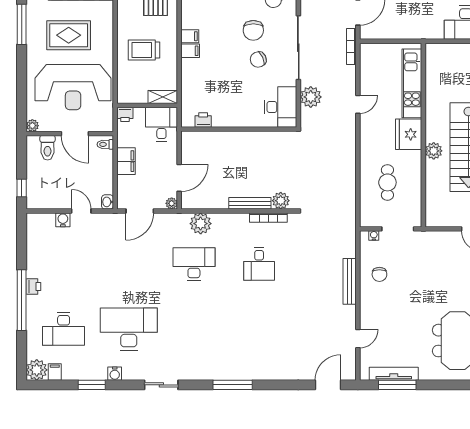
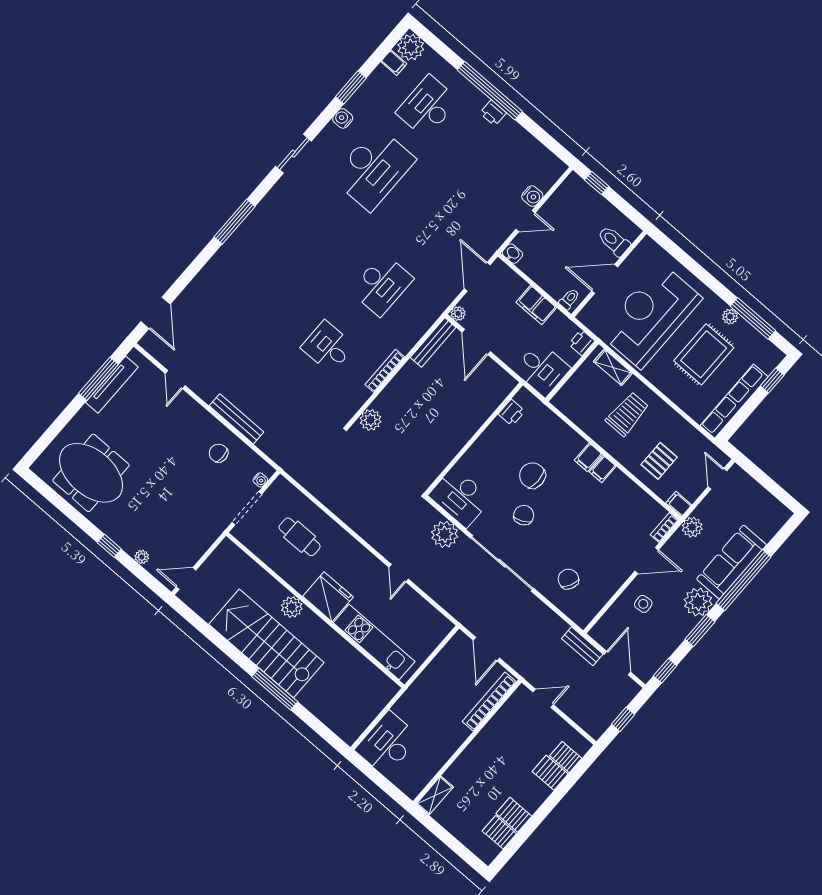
chair: (253, 30) -> (532, 475), moved
bookcase: (351, 47) -> (459, 615), removed
shelving: (163, 97) -> (613, 367), moved, turned 90
plant: (32, 126) -> (730, 317), moved
bench: (250, 203) -> (433, 343), moved
bookcase: (268, 218) -> (385, 371), moved
plant: (201, 224) -> (415, 325), removed

